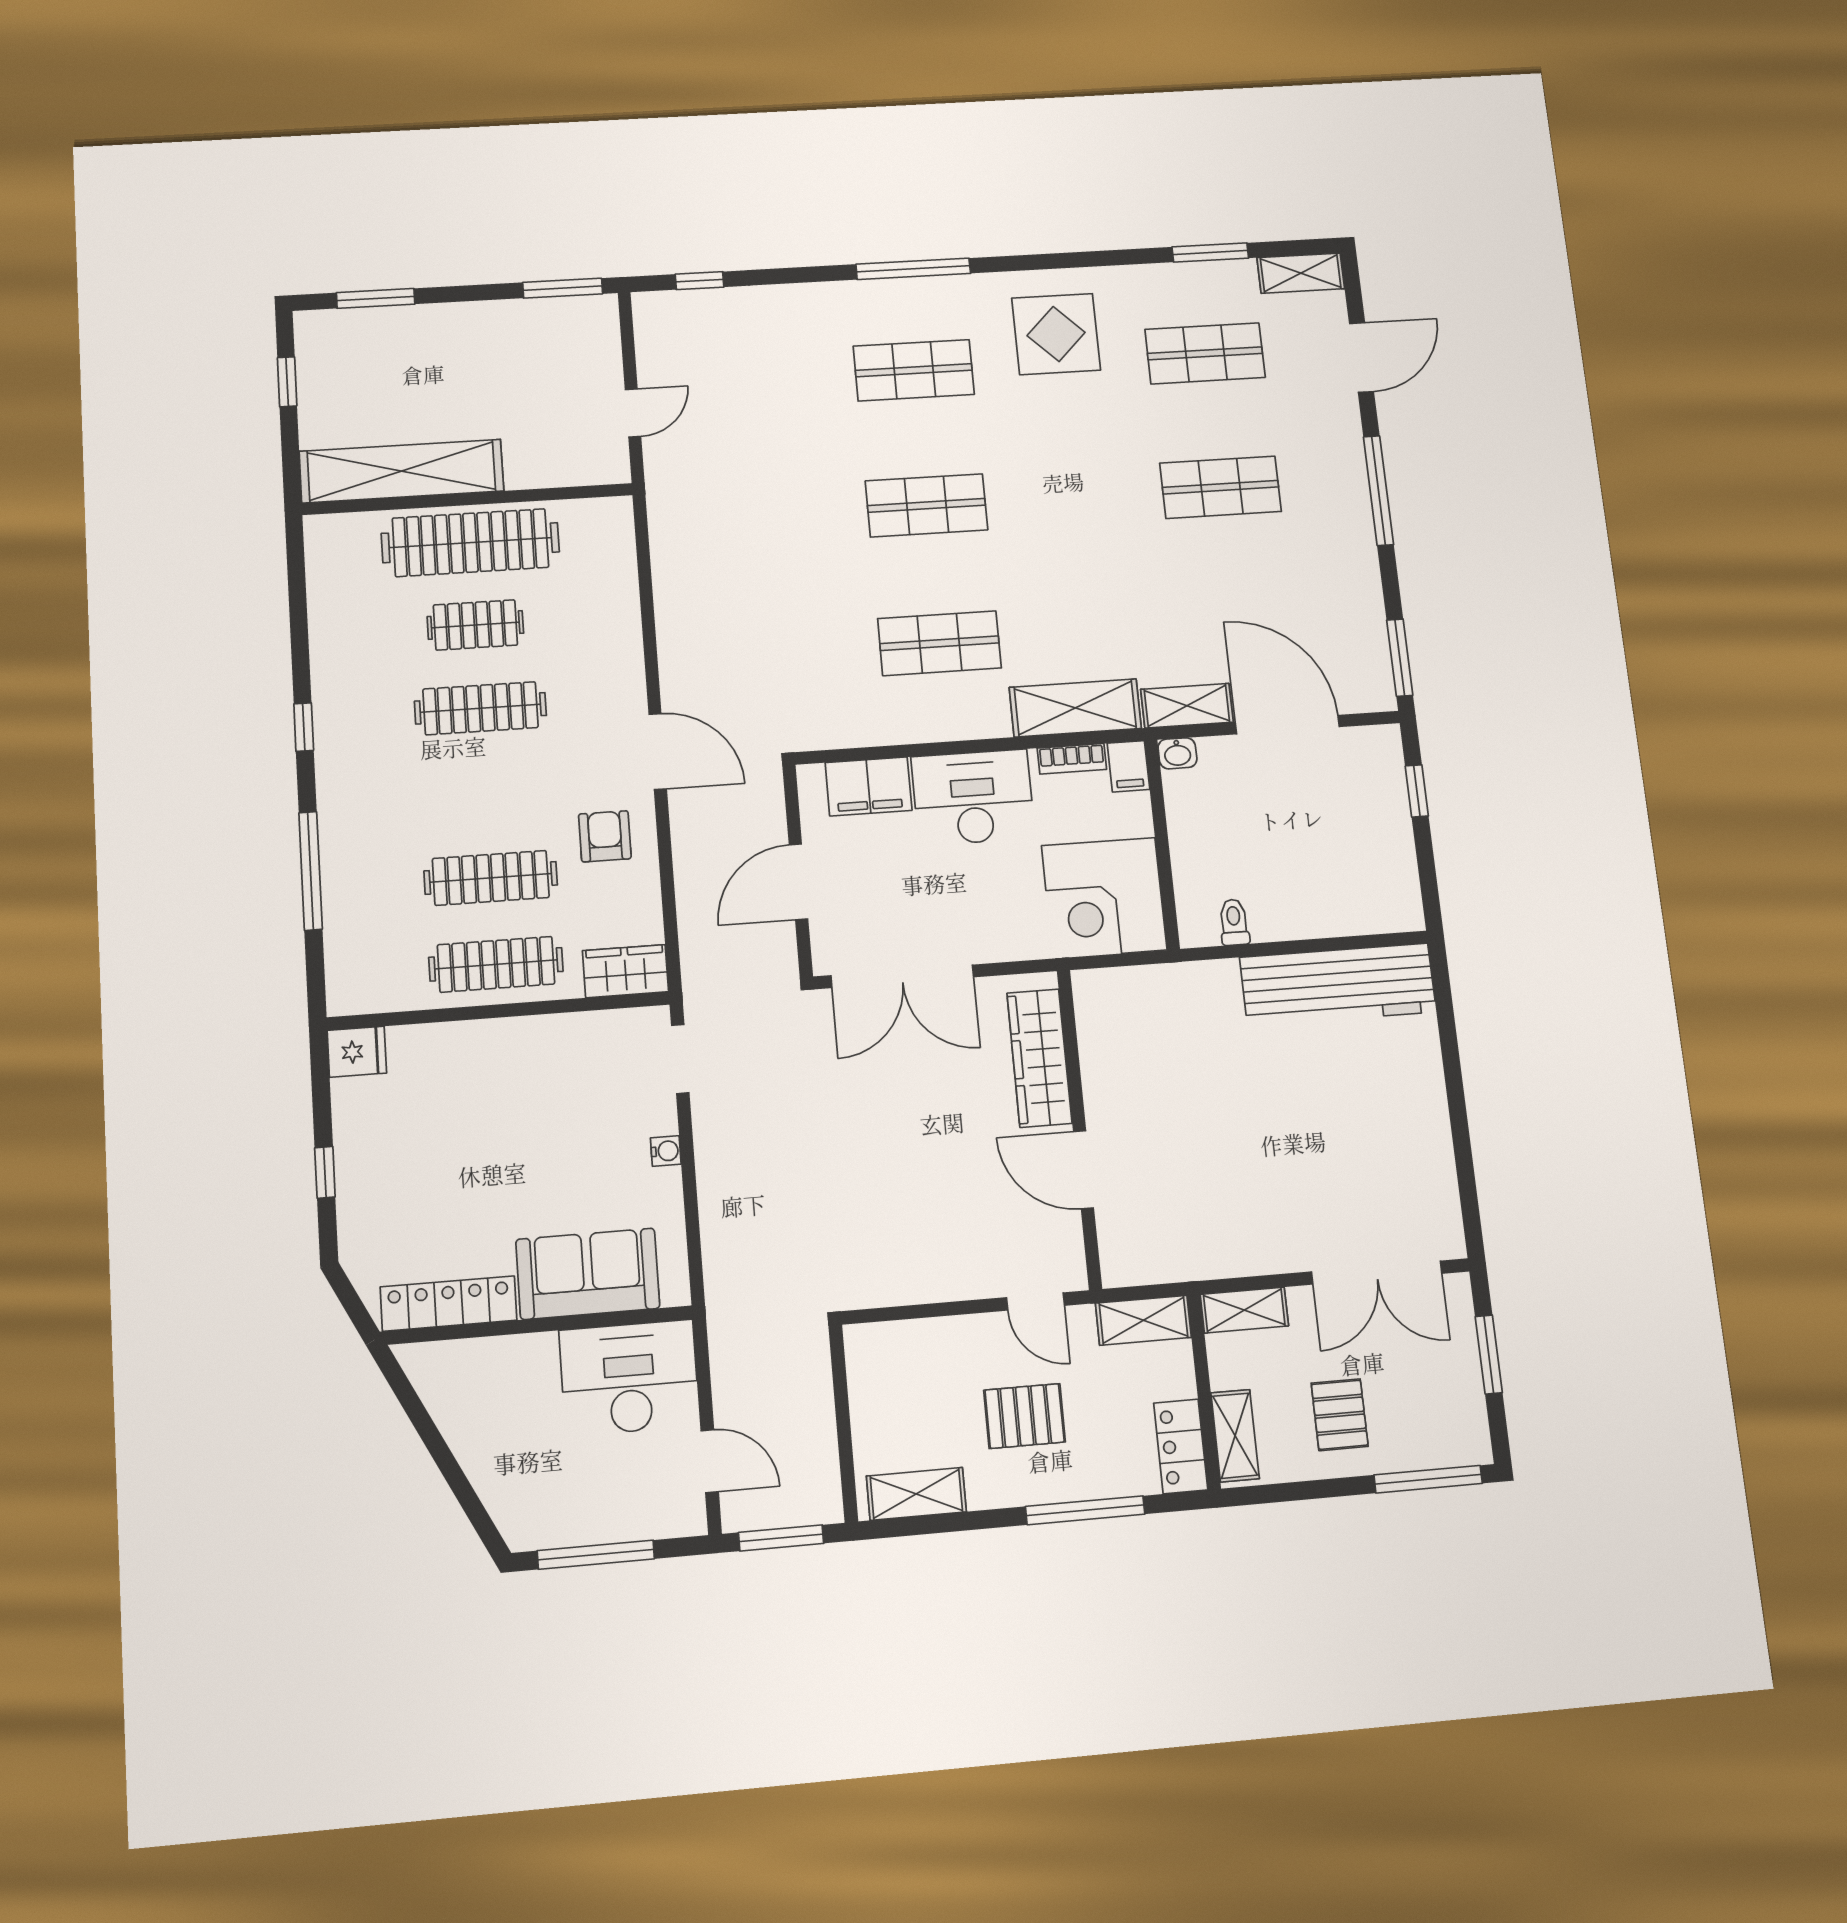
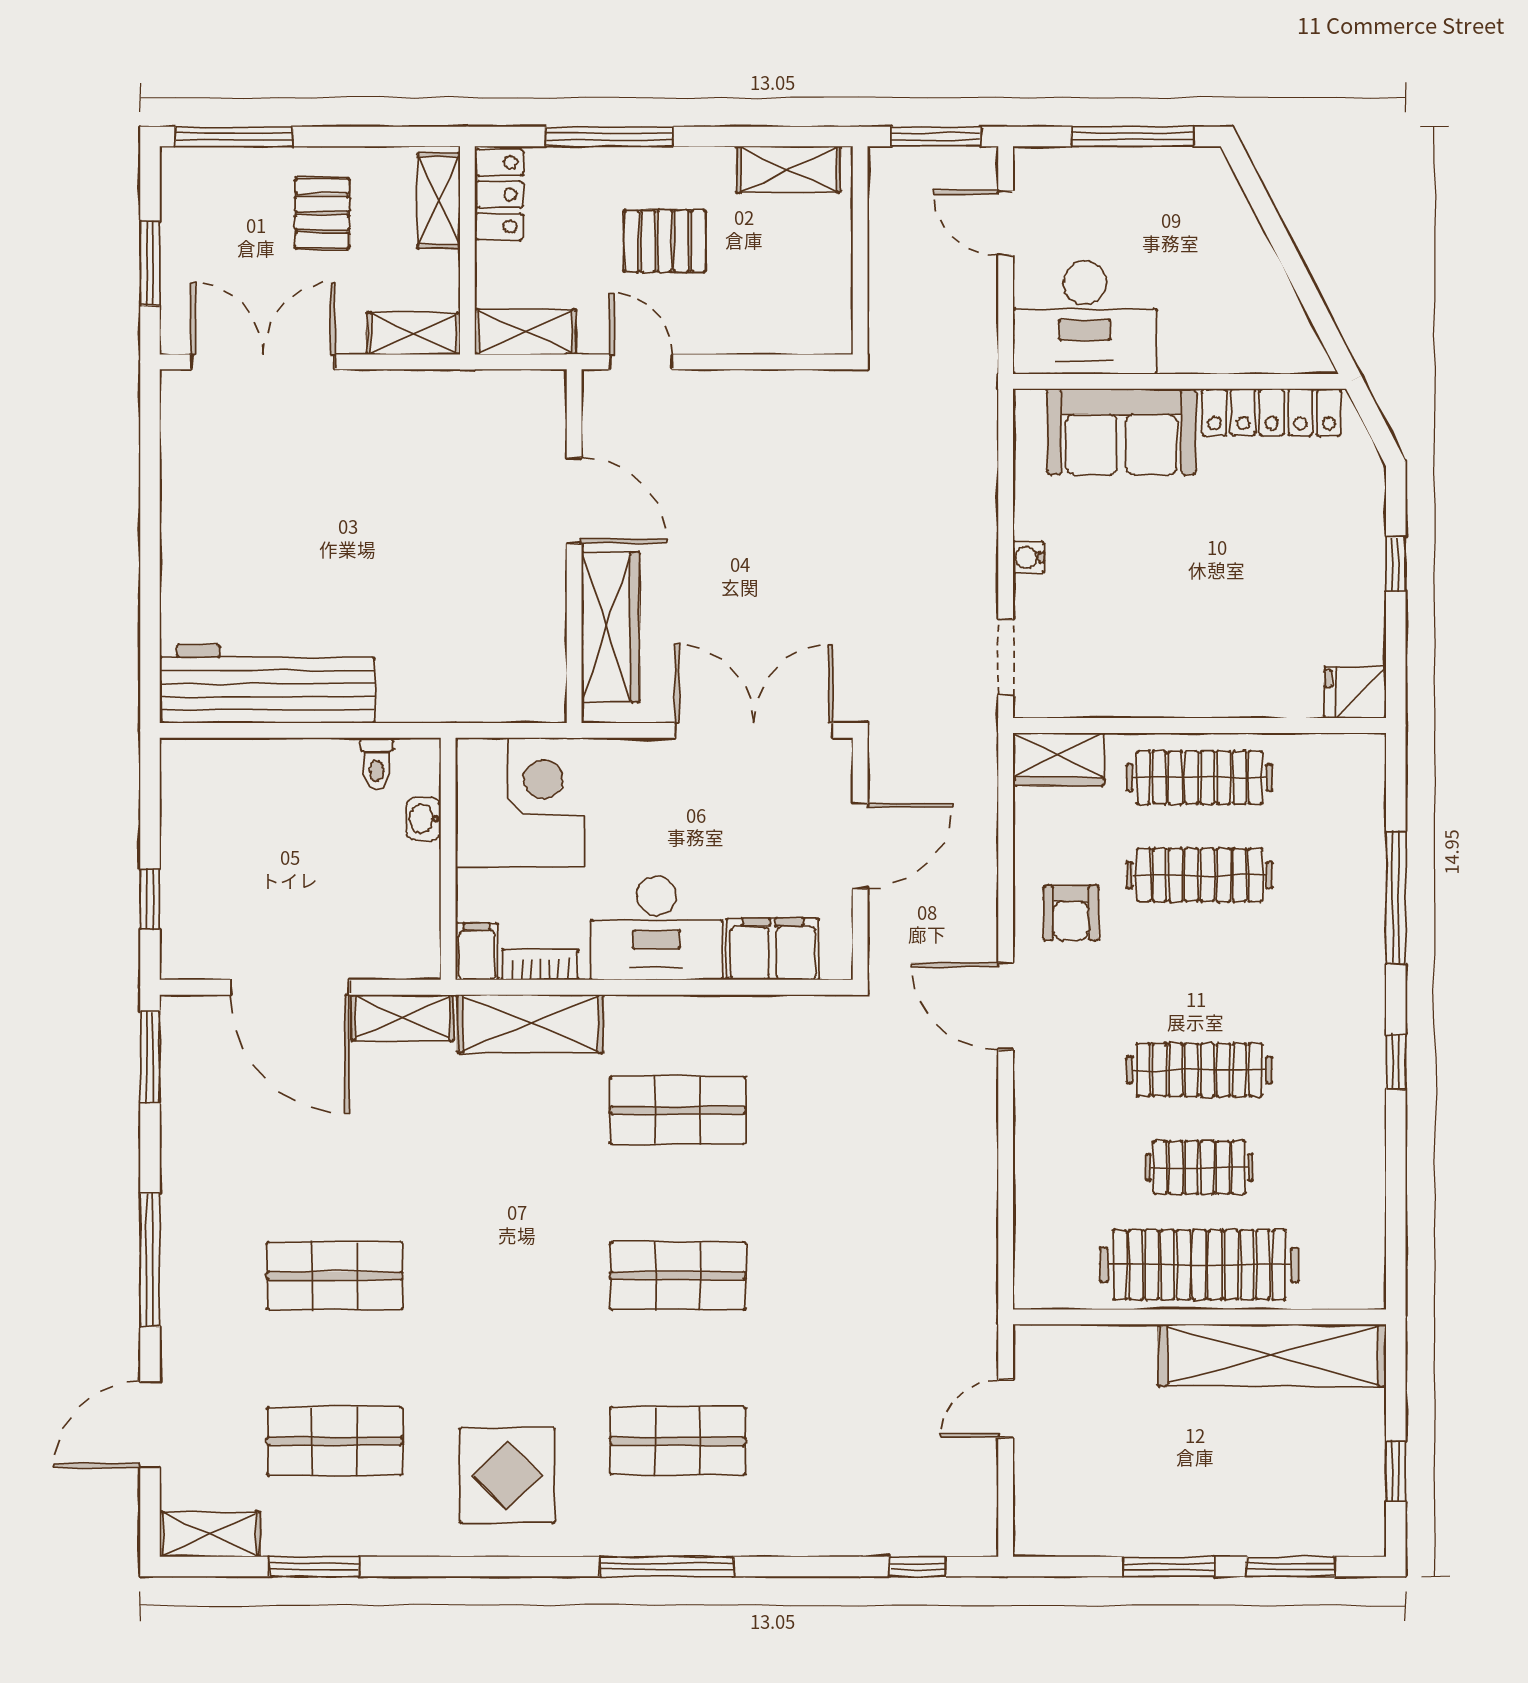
window: (563, 288) -> (1169, 1567), moved
washbasin: (1177, 753) -> (423, 819), moved, turned -90

